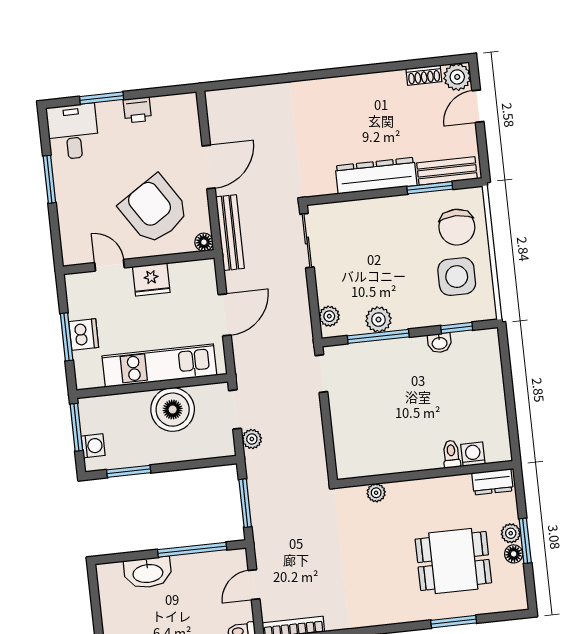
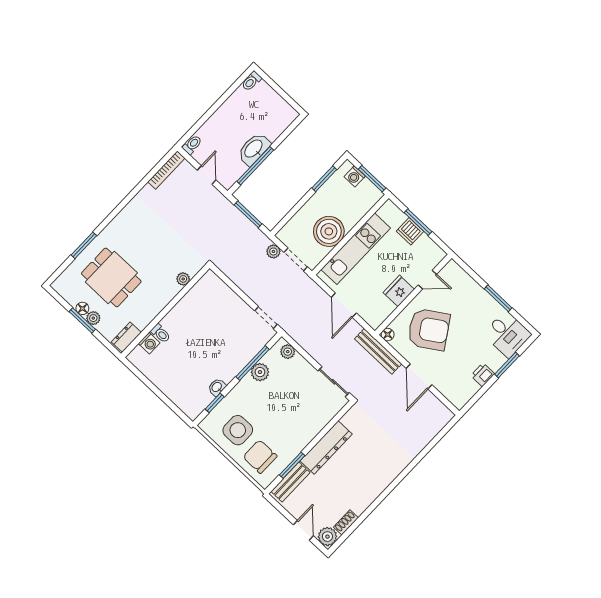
dining table: (453, 561) -> (111, 277), turned 90
washbasin: (148, 573) -> (254, 149), moved

